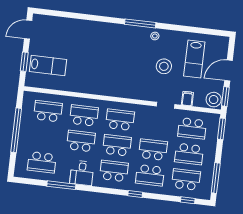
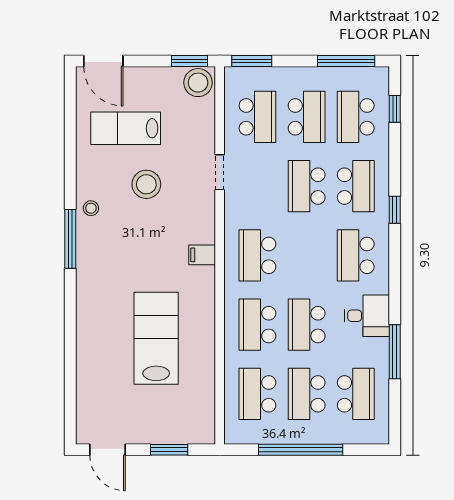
lab bench: (194, 59) -> (126, 128), turned 180
lab bench: (48, 65) -> (156, 338), moved, width x1.36, depth x1.39
door: (228, 71) -> (103, 61), moved
filing cabinet: (187, 99) -> (202, 255), moved
school desk: (117, 145) -> (307, 394), moved

